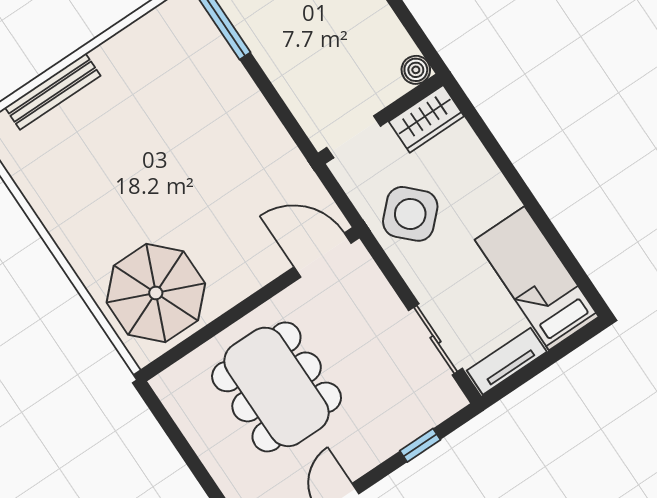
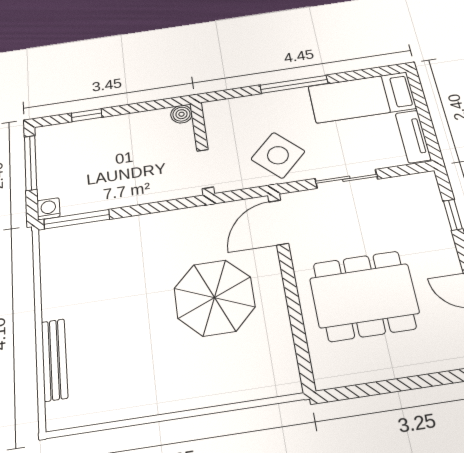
wardrobe: (426, 119) -> (218, 121), removed
window: (520, 187) -> (294, 84), added
parasol: (156, 293) -> (214, 298), moved
sliding door: (436, 340) -> (346, 179), moved

